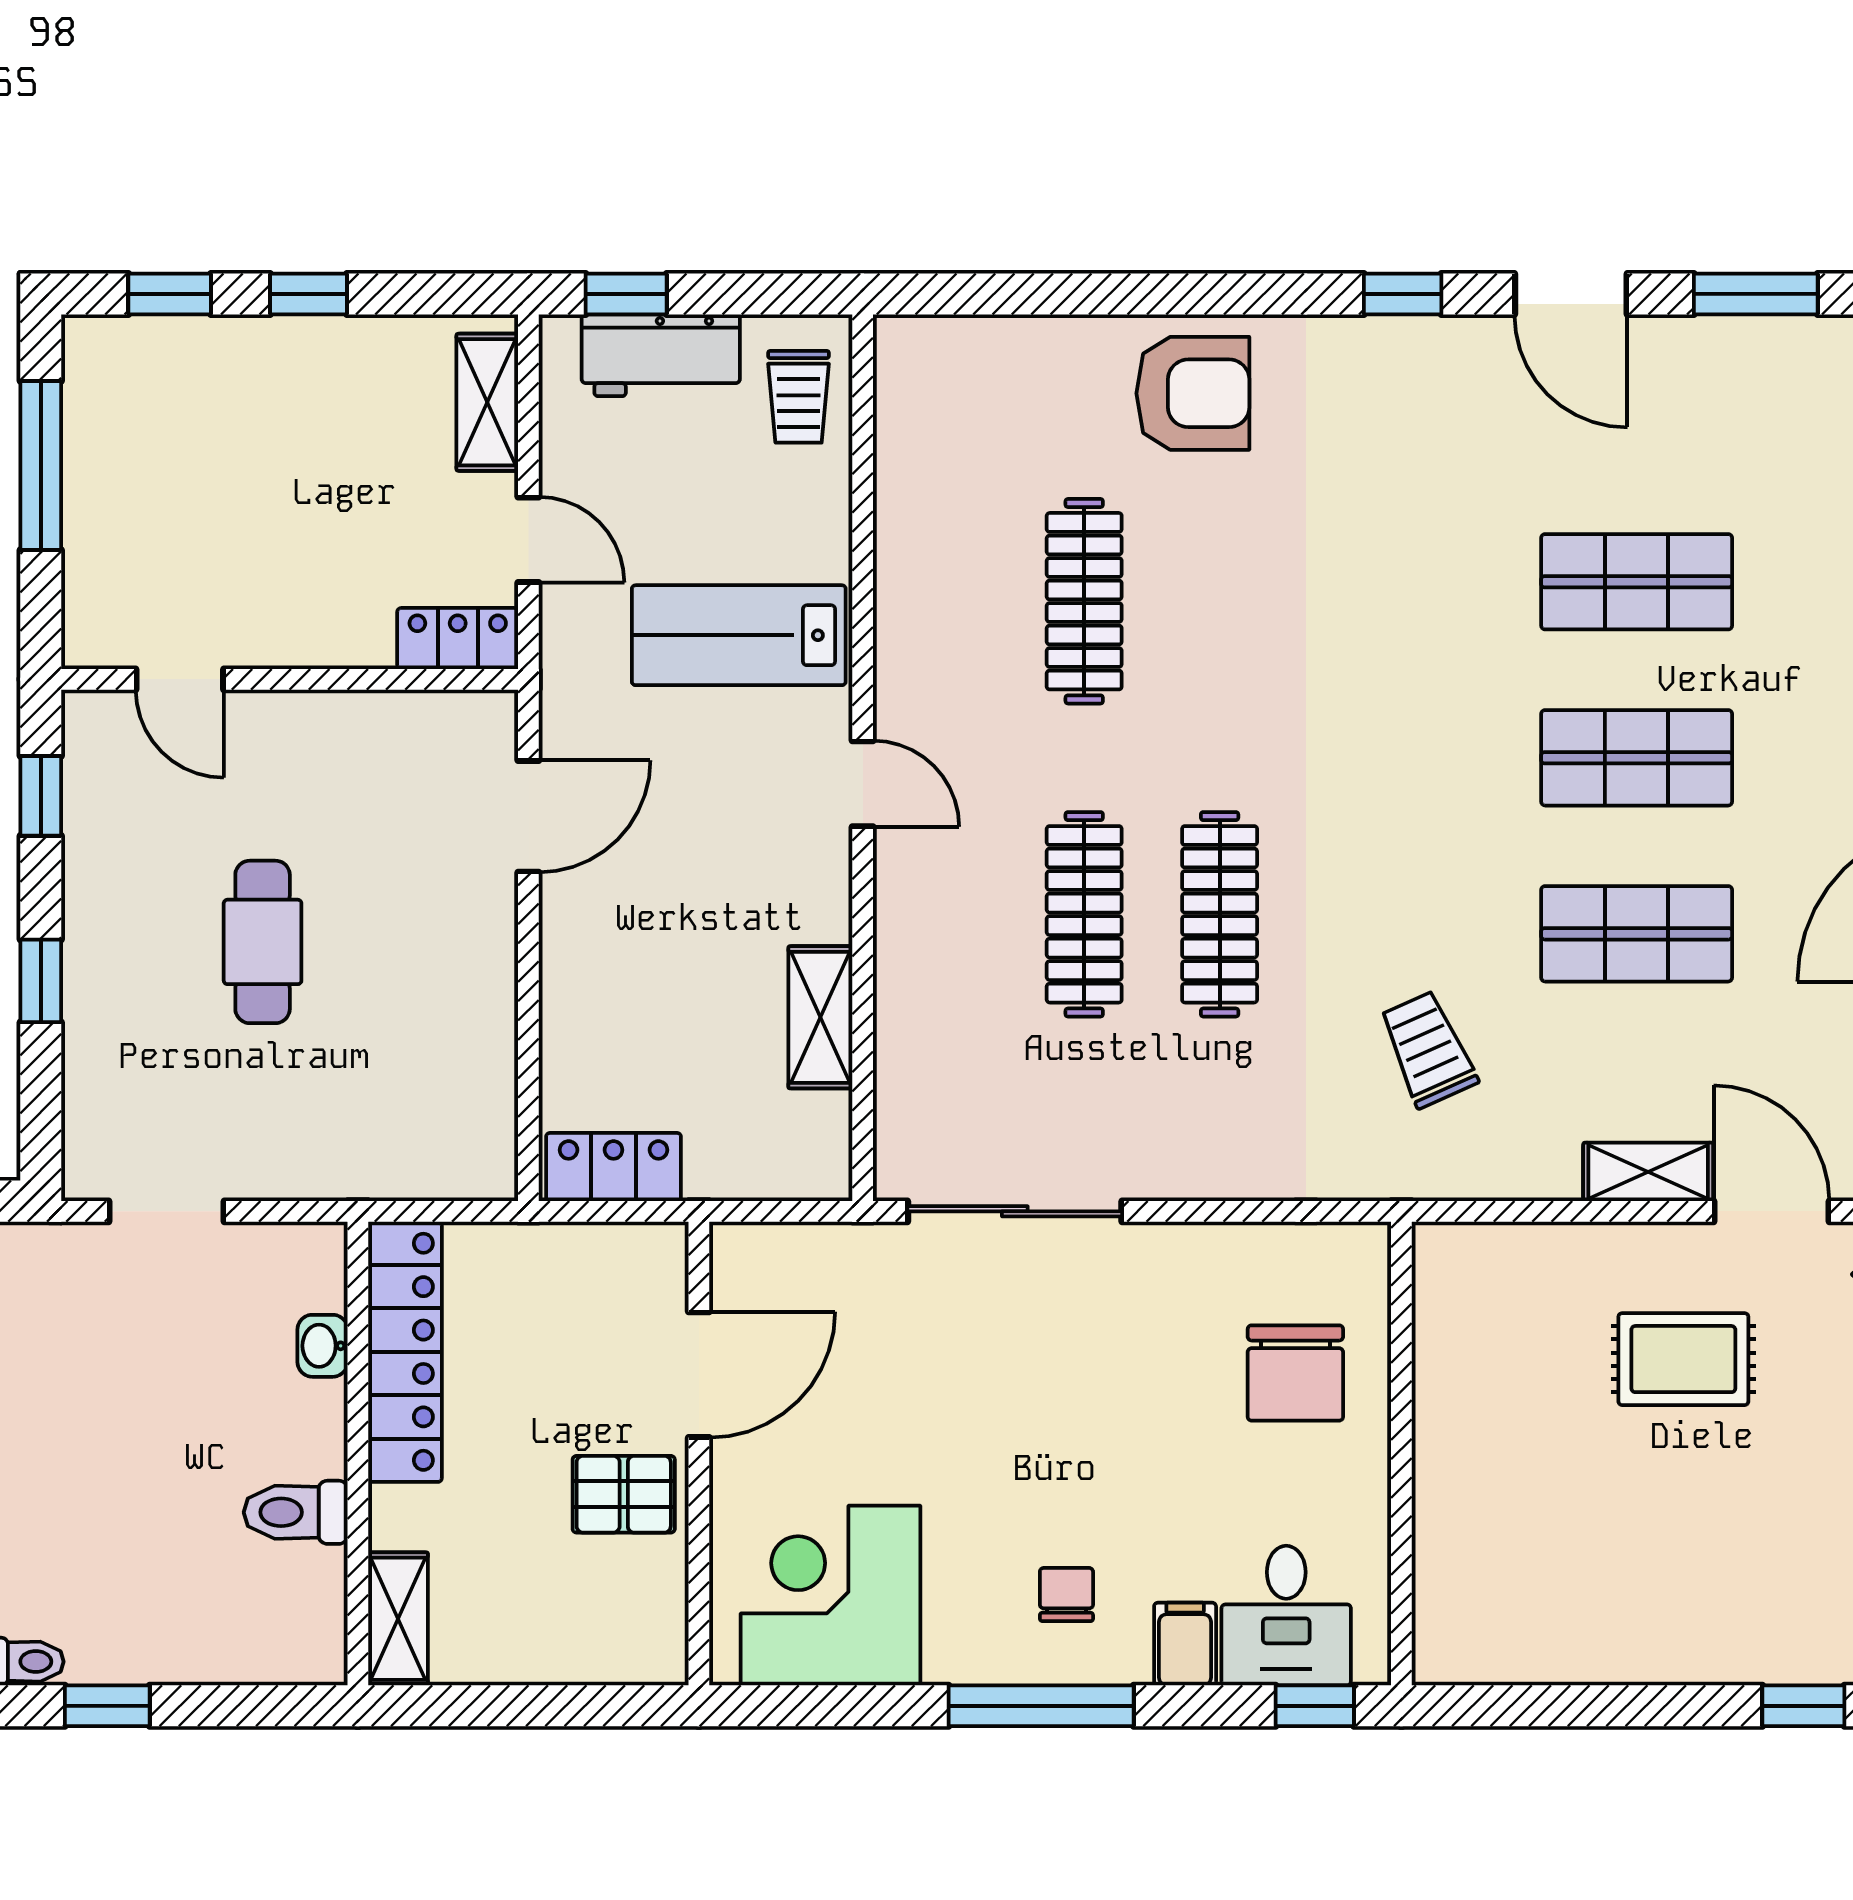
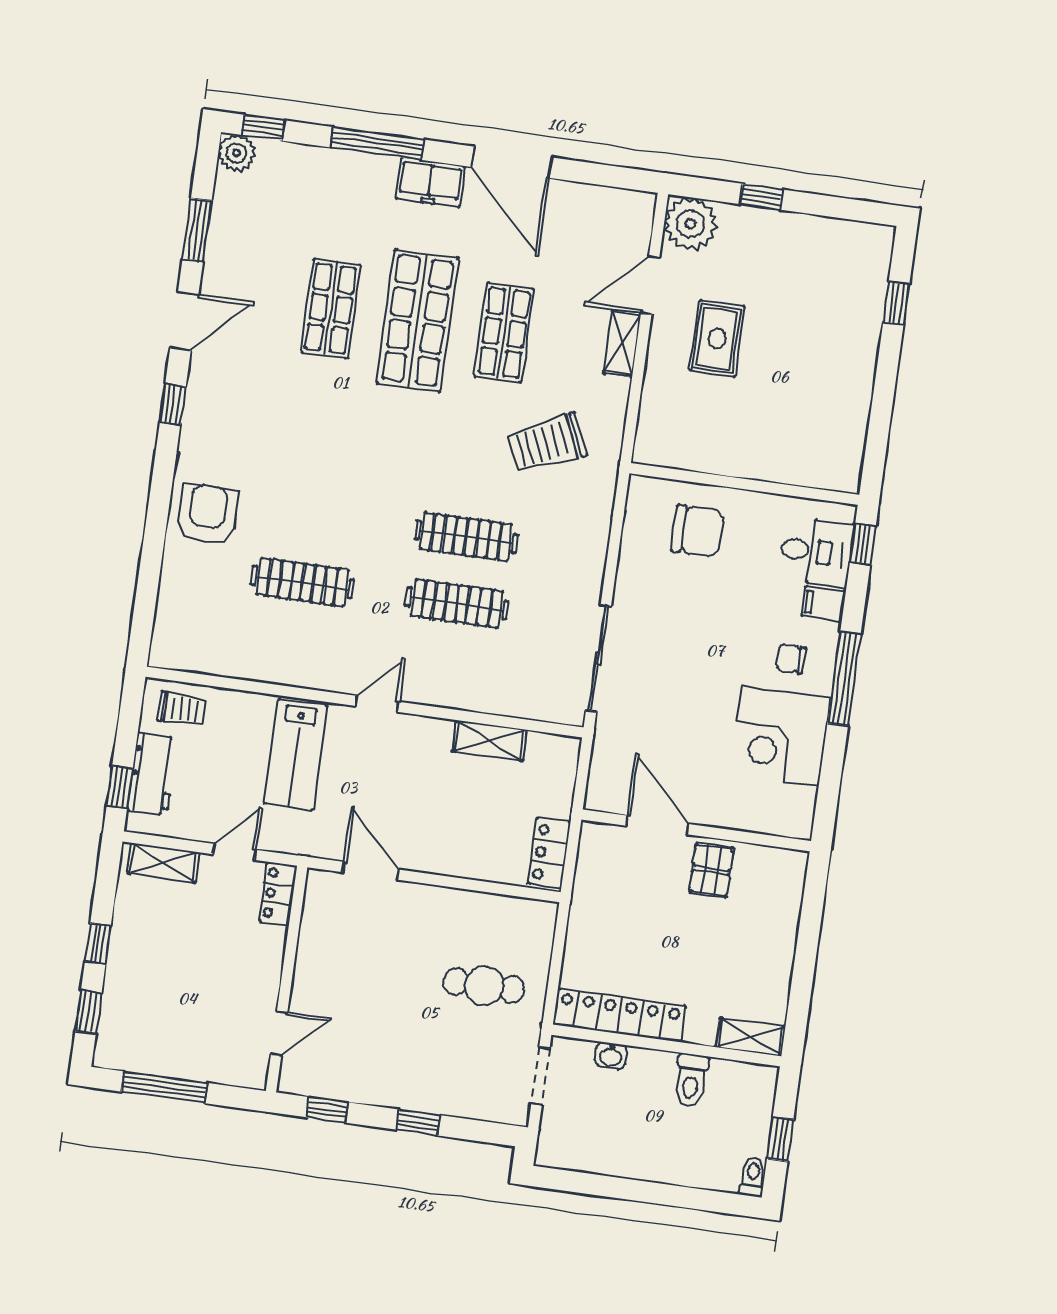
shop shelf: (1637, 758) -> (417, 320), width x1.43, depth x1.36
cafe table: (263, 942) -> (484, 986), moved
trolley: (1428, 1049) -> (547, 443), width x1.36, depth x1.39
washbasin: (323, 1346) -> (611, 1056), moved
locker: (405, 1352) -> (619, 1015), moved
wall: (358, 1453) -> (666, 1046), moved
toilet: (296, 1512) -> (691, 1080), moved
corner desk: (830, 1596) -> (781, 736), moved
shelving: (398, 1619) -> (751, 1037), moved

